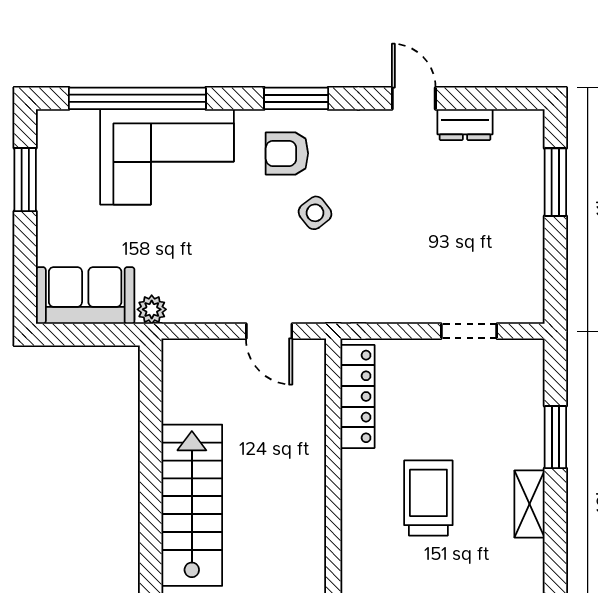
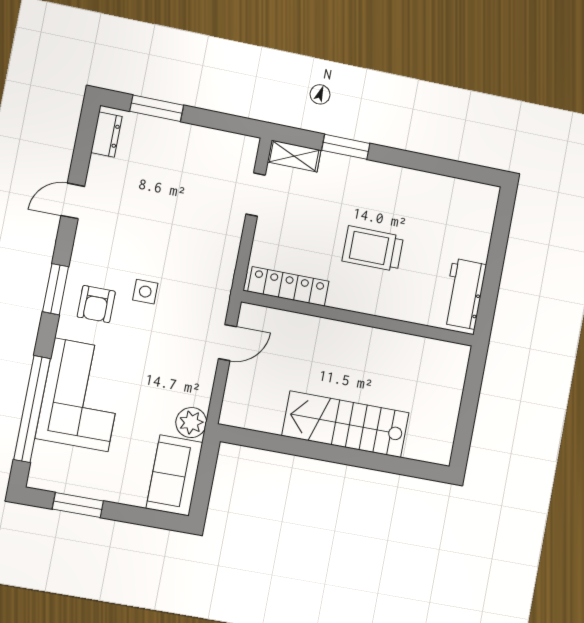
dresser: (465, 125) -> (106, 134), moved
side table: (315, 213) -> (145, 292), turned 38
plant: (152, 309) -> (191, 423), width x1.38, depth x1.38
shelving: (529, 504) -> (294, 156), moved

